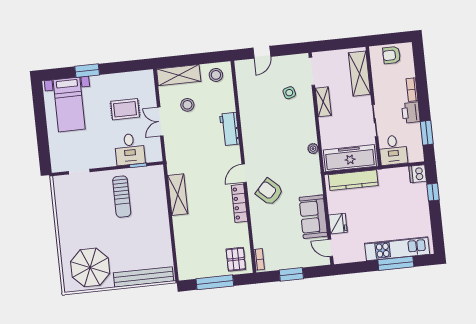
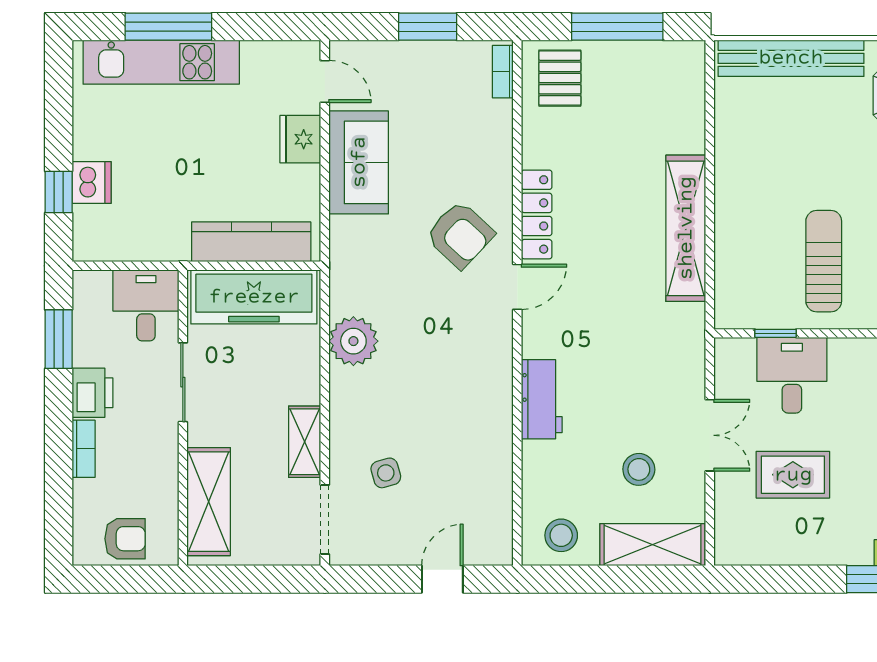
plant: (313, 149) -> (353, 341), width x1.88, depth x1.88
dishwasher: (418, 174) -> (92, 182), moved
shelving: (178, 195) -> (686, 228), width x1.47

